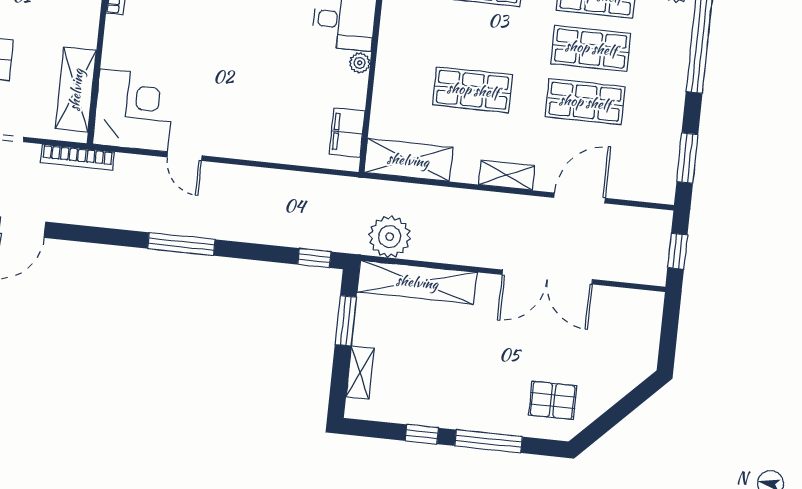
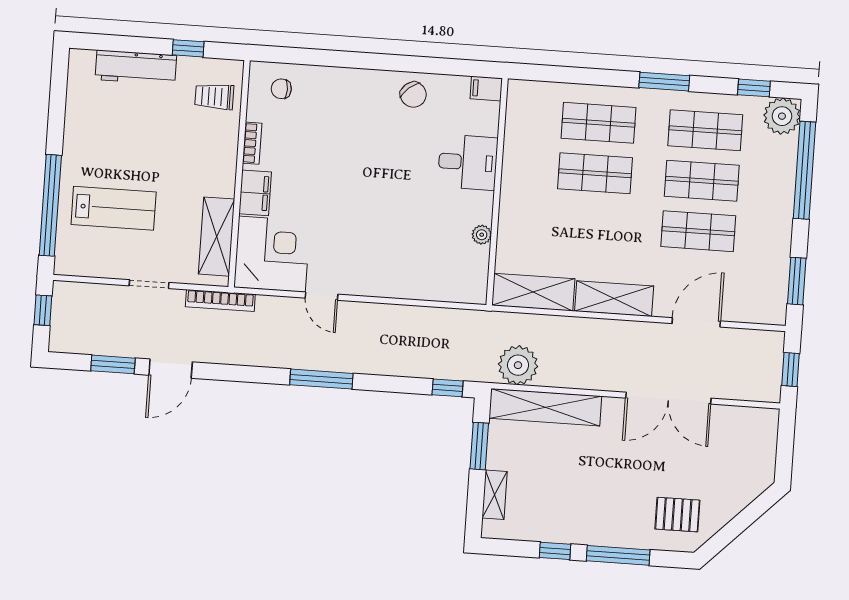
plant: (360, 63) -> (482, 235), moved
shop shelf: (473, 90) -> (595, 173), moved
filing cabinet: (347, 133) -> (255, 193), moved, turned 180
shelving: (507, 175) -> (614, 299), width x1.50, depth x1.33

